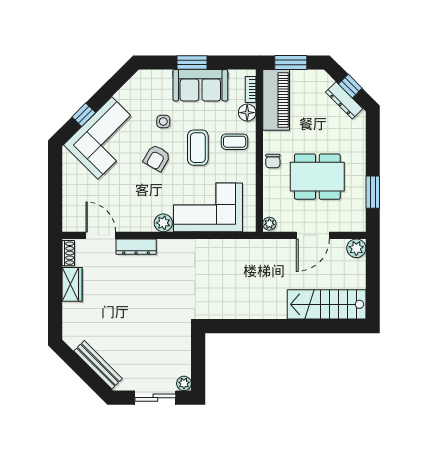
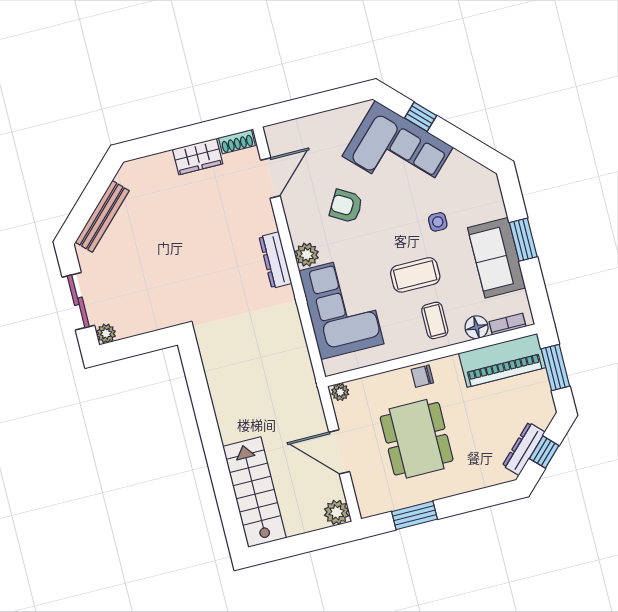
armchair: (157, 158) -> (346, 206), moved
dresser: (136, 247) -> (275, 260), moved

